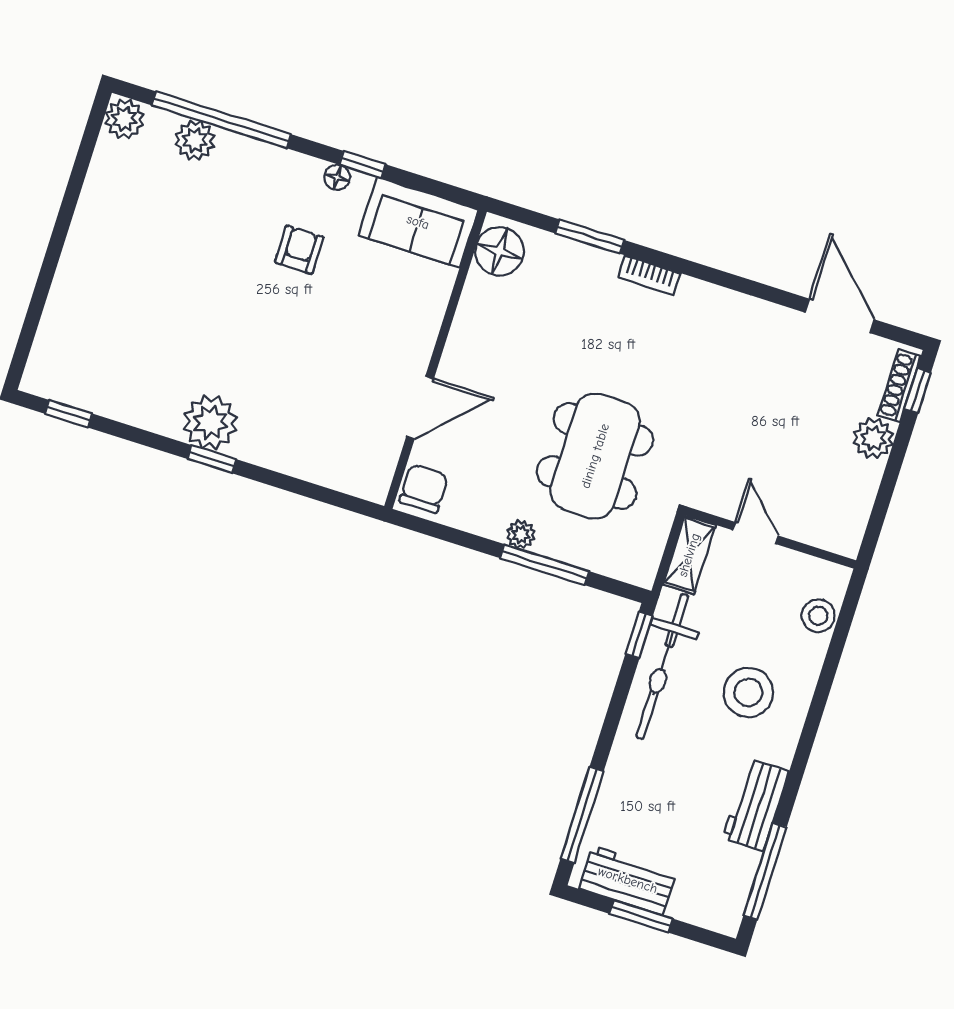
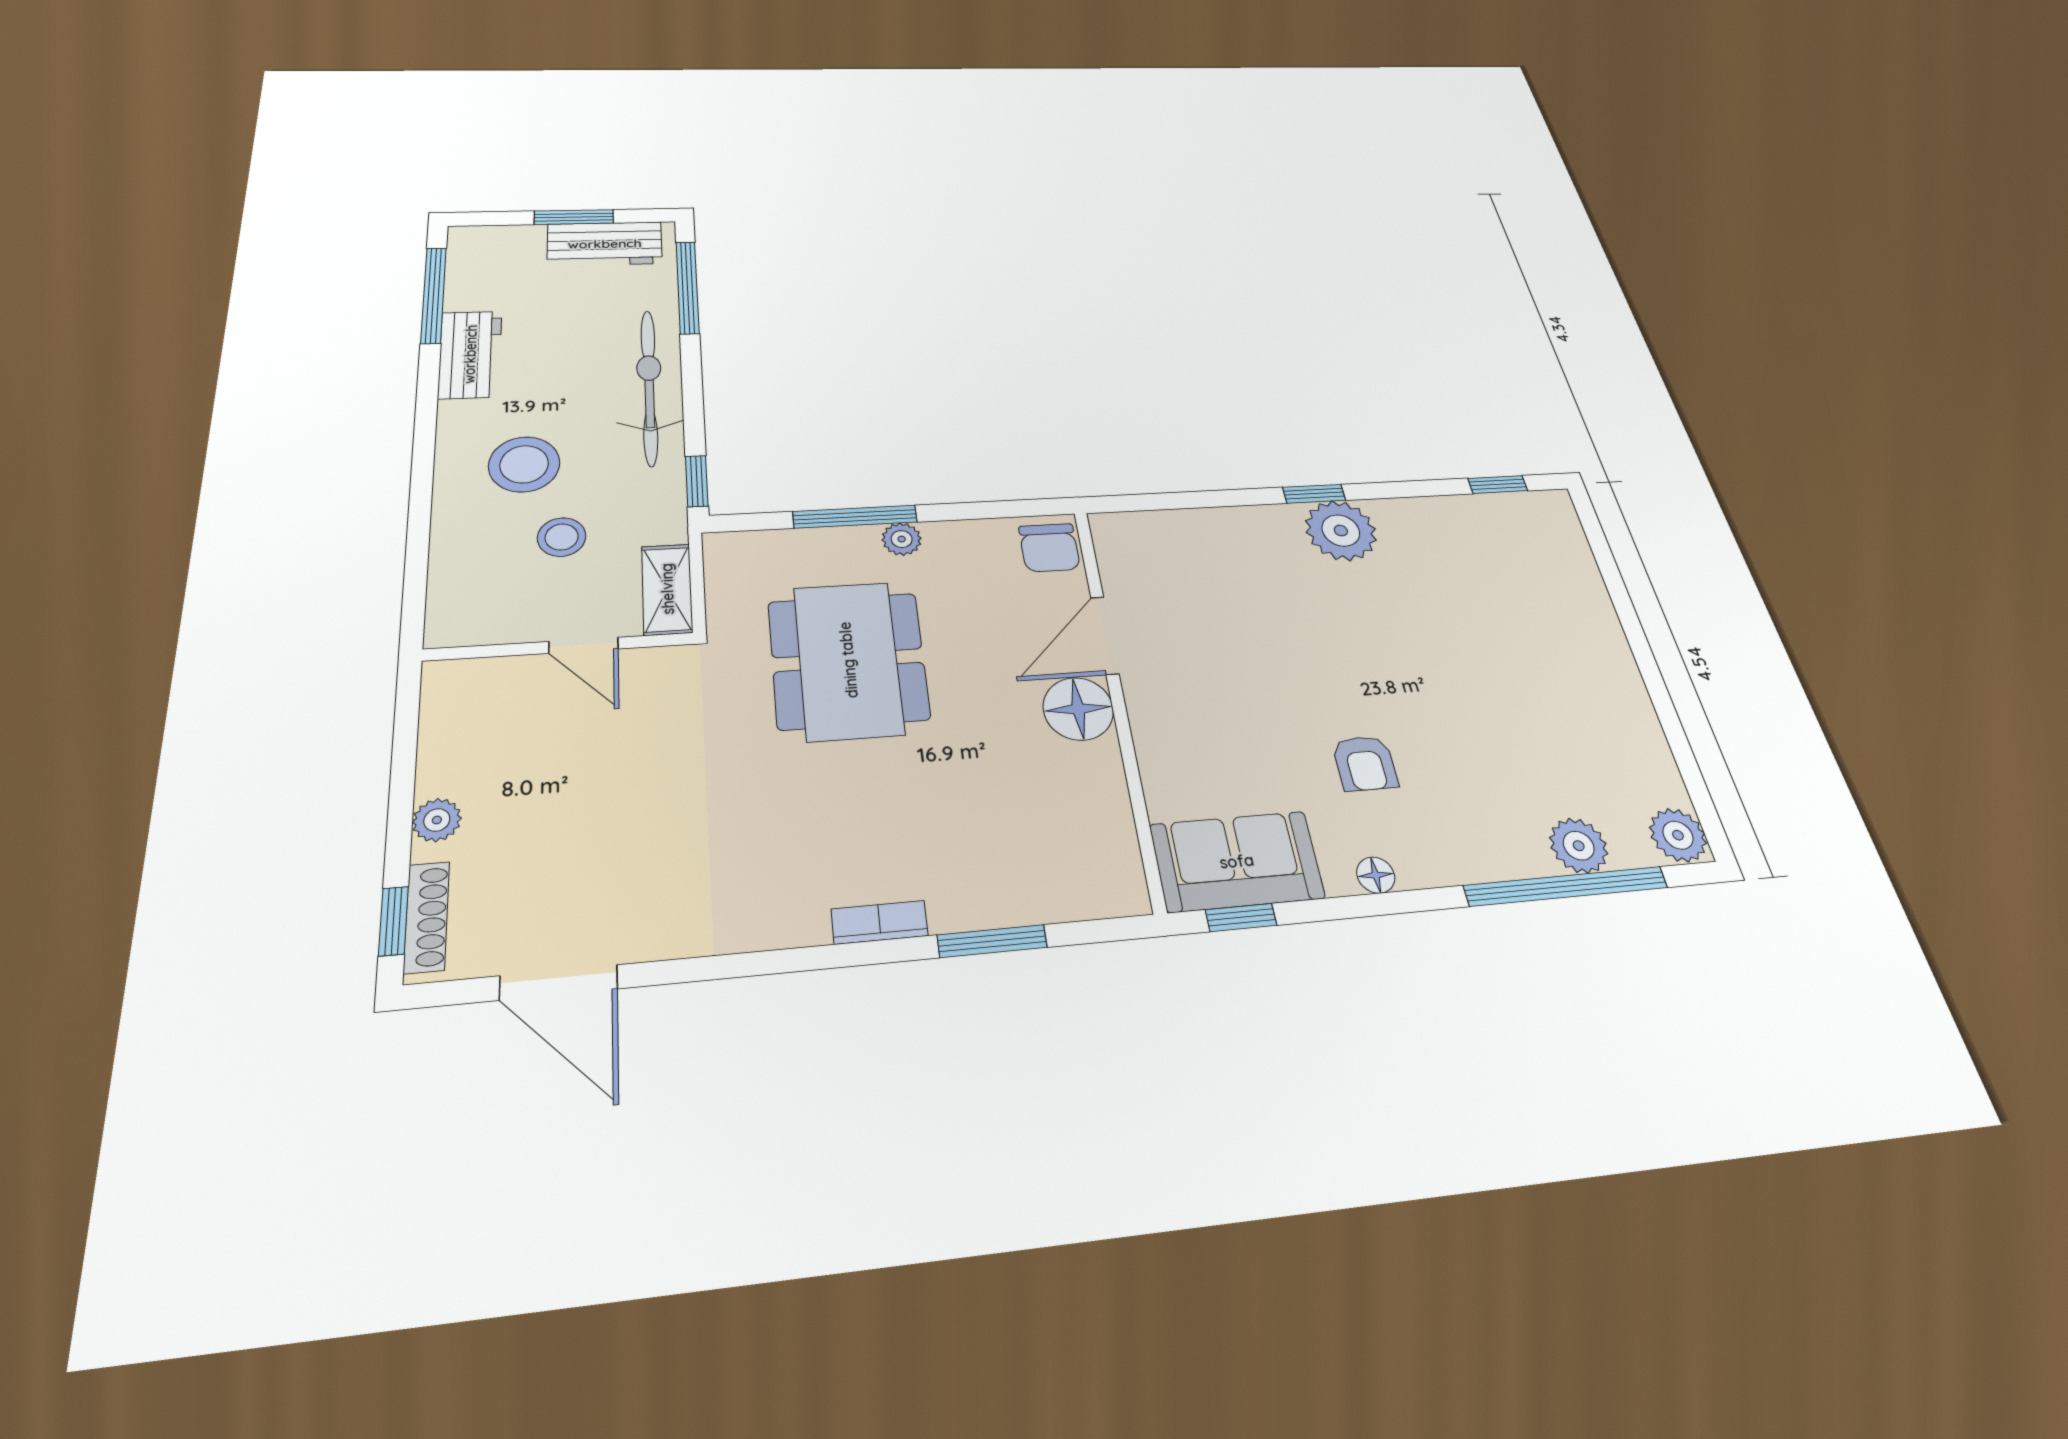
window: (362, 165) -> (1241, 917), moved
floor lamp: (500, 251) -> (1078, 709), moved
plant: (873, 438) -> (437, 820), width x0.73, depth x0.73
stool: (818, 616) -> (562, 537), moved
bicycle: (662, 667) -> (649, 387), moved

